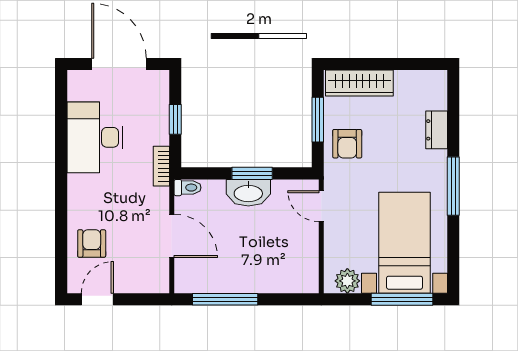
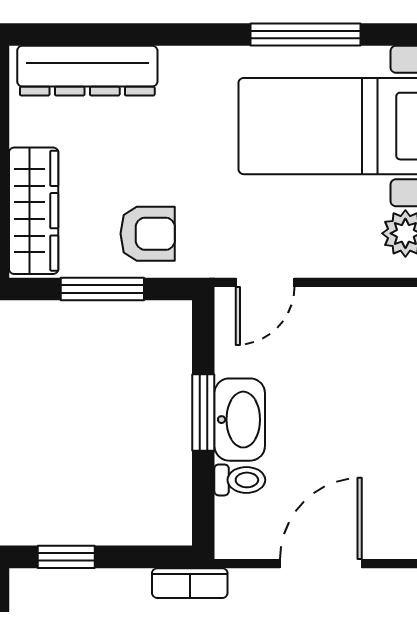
window: (175, 119) -> (66, 557), moved
dresser: (437, 130) -> (87, 71), width x1.96, depth x1.24
window: (453, 186) -> (305, 34), moved
toilet: (188, 188) -> (240, 480), moved, turned 90

